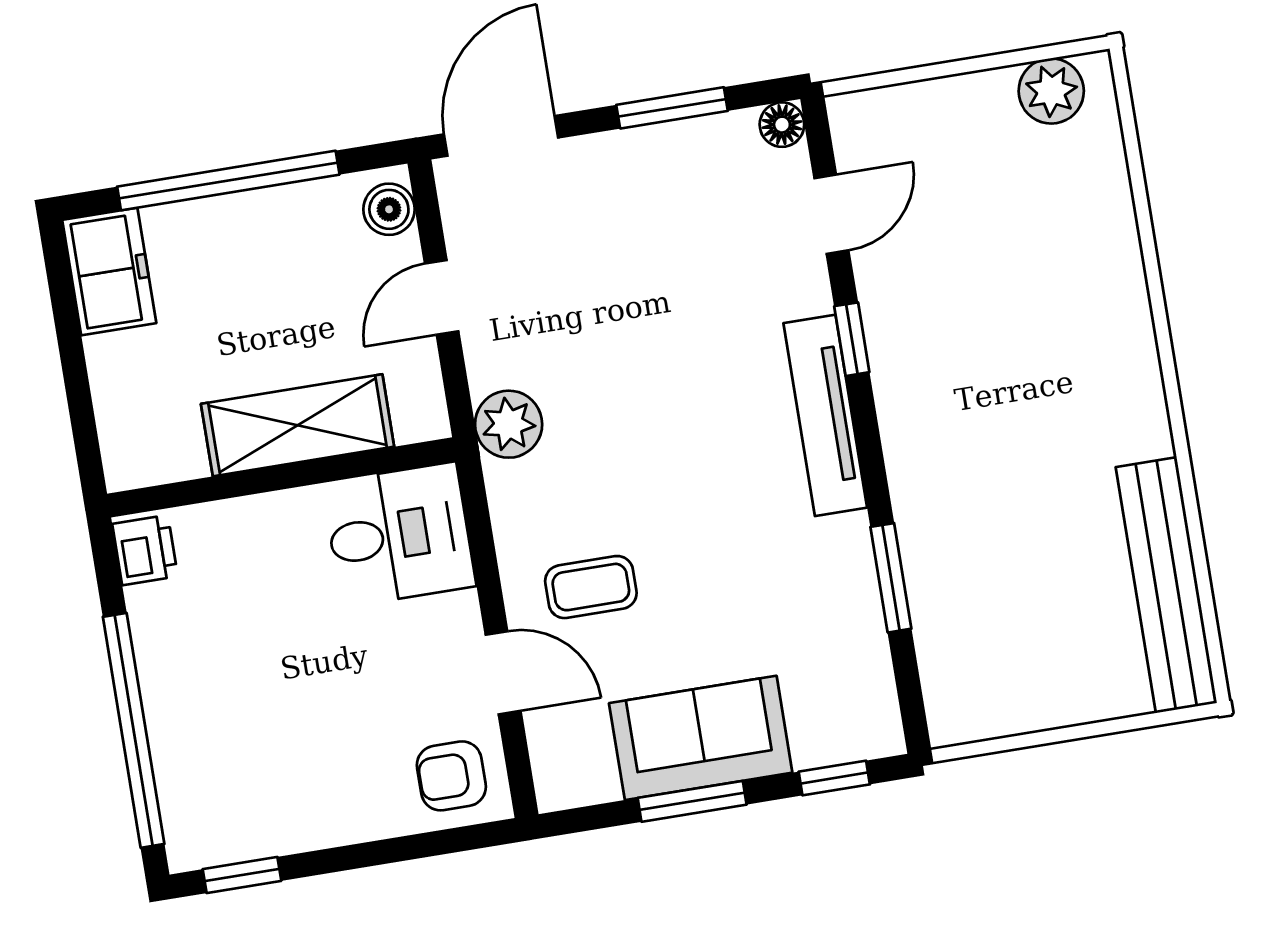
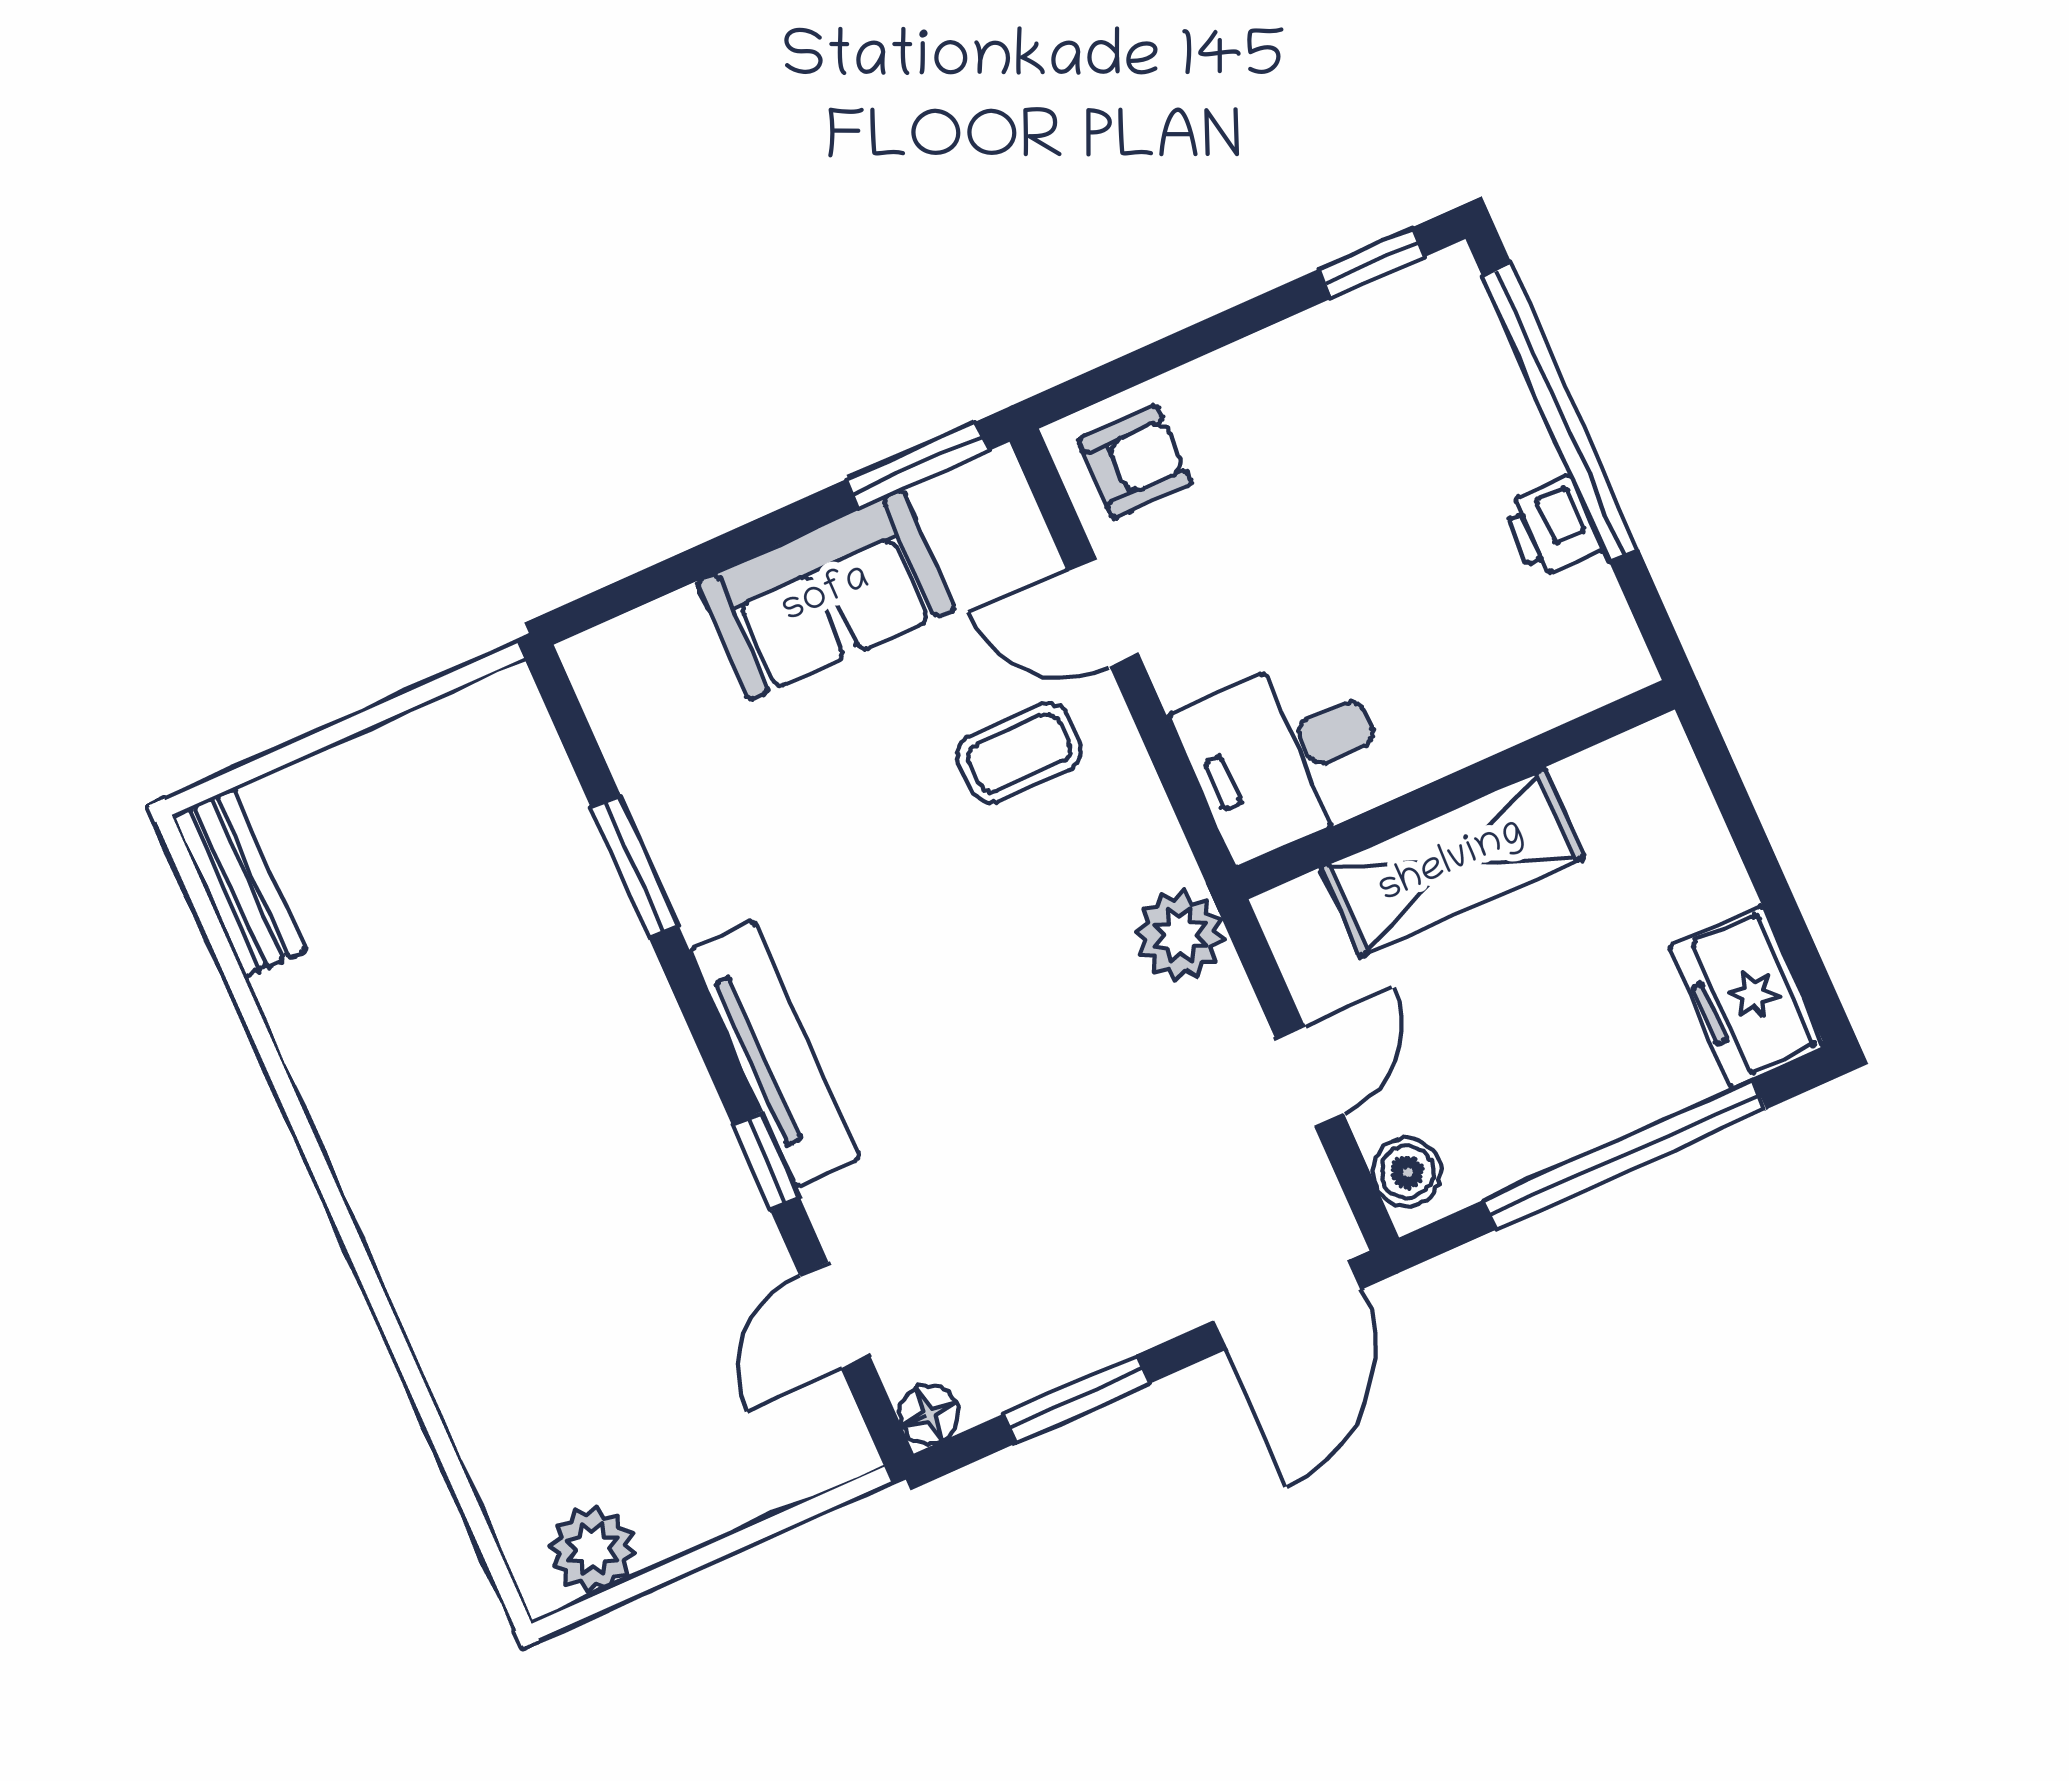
printer: (145, 550) -> (1552, 527), moved
bench: (1166, 585) -> (239, 883), width x0.54, depth x0.82
window: (834, 778) -> (640, 589), removed
window: (692, 801) -> (917, 465), moved

